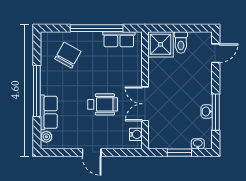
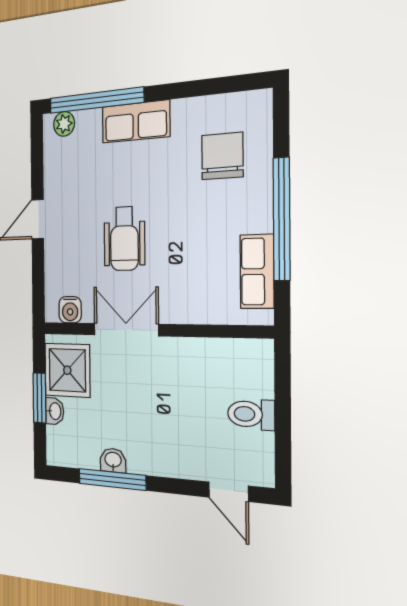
shower: (160, 44) -> (67, 370), moved
chair: (68, 55) -> (222, 156), turned -119
window: (37, 91) -> (96, 100), moved
row of seats: (49, 112) -> (136, 122), moved
washbasin: (198, 144) -> (55, 411), moved

